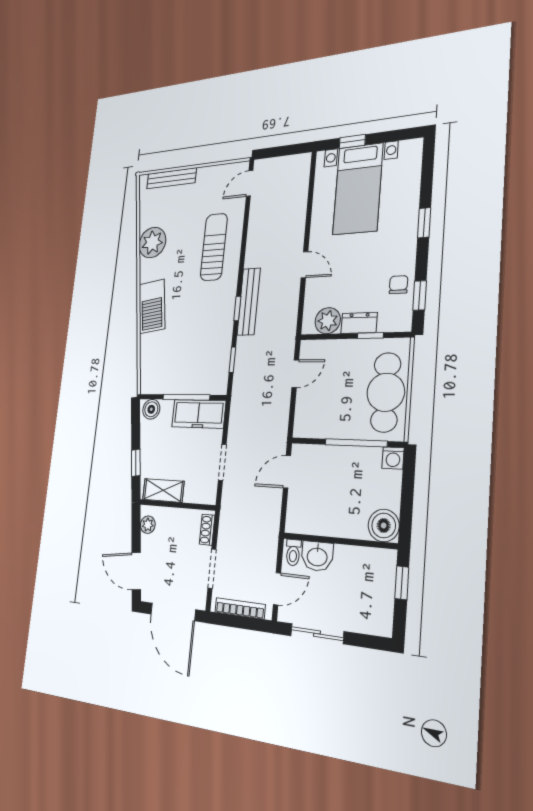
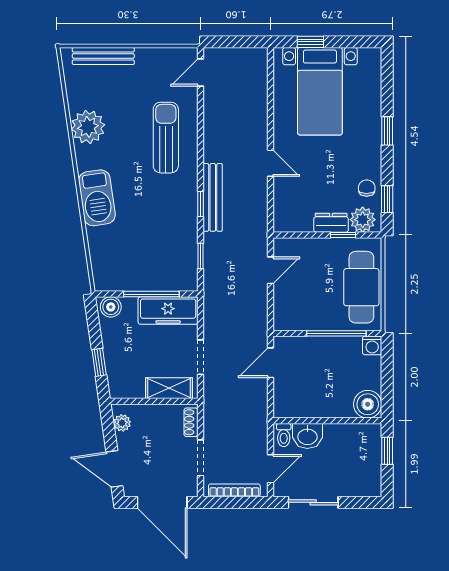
plant: (328, 321) -> (363, 220), moved
shelving: (163, 490) -> (169, 388), moved

